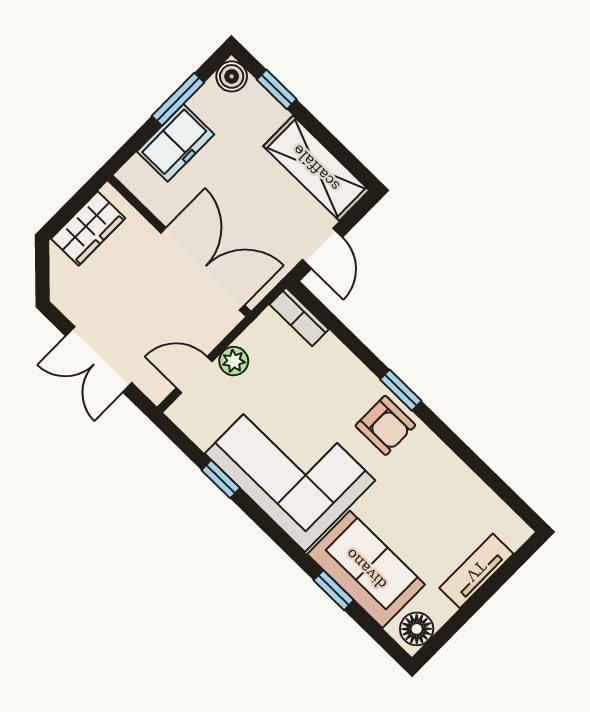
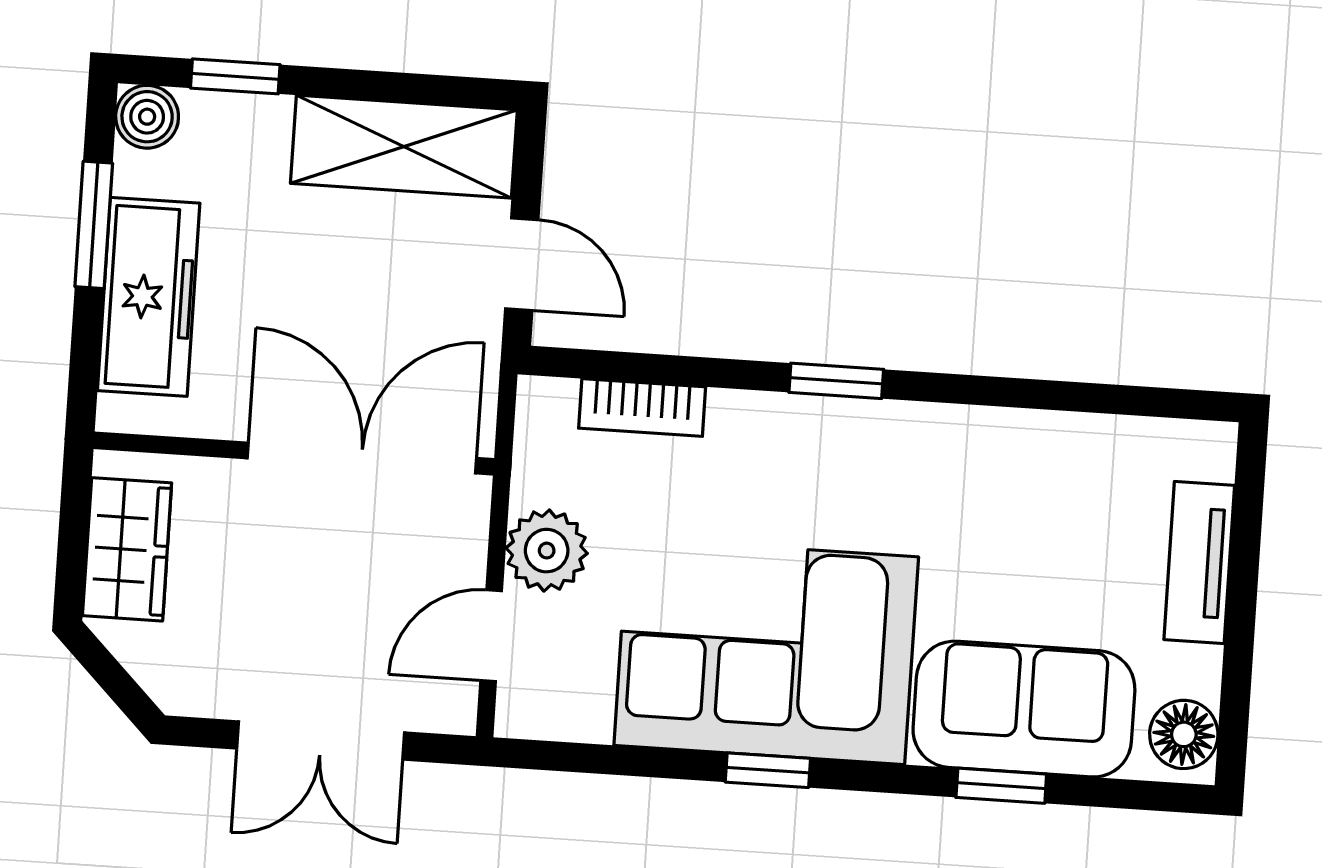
freezer: (176, 143) -> (149, 297), width x1.40
bookcase: (299, 317) -> (642, 408), moved
plant: (234, 361) -> (547, 551), width x1.38, depth x1.38
armchair: (385, 425) -> (860, 457), removed
window: (221, 479) -> (768, 770), moved

